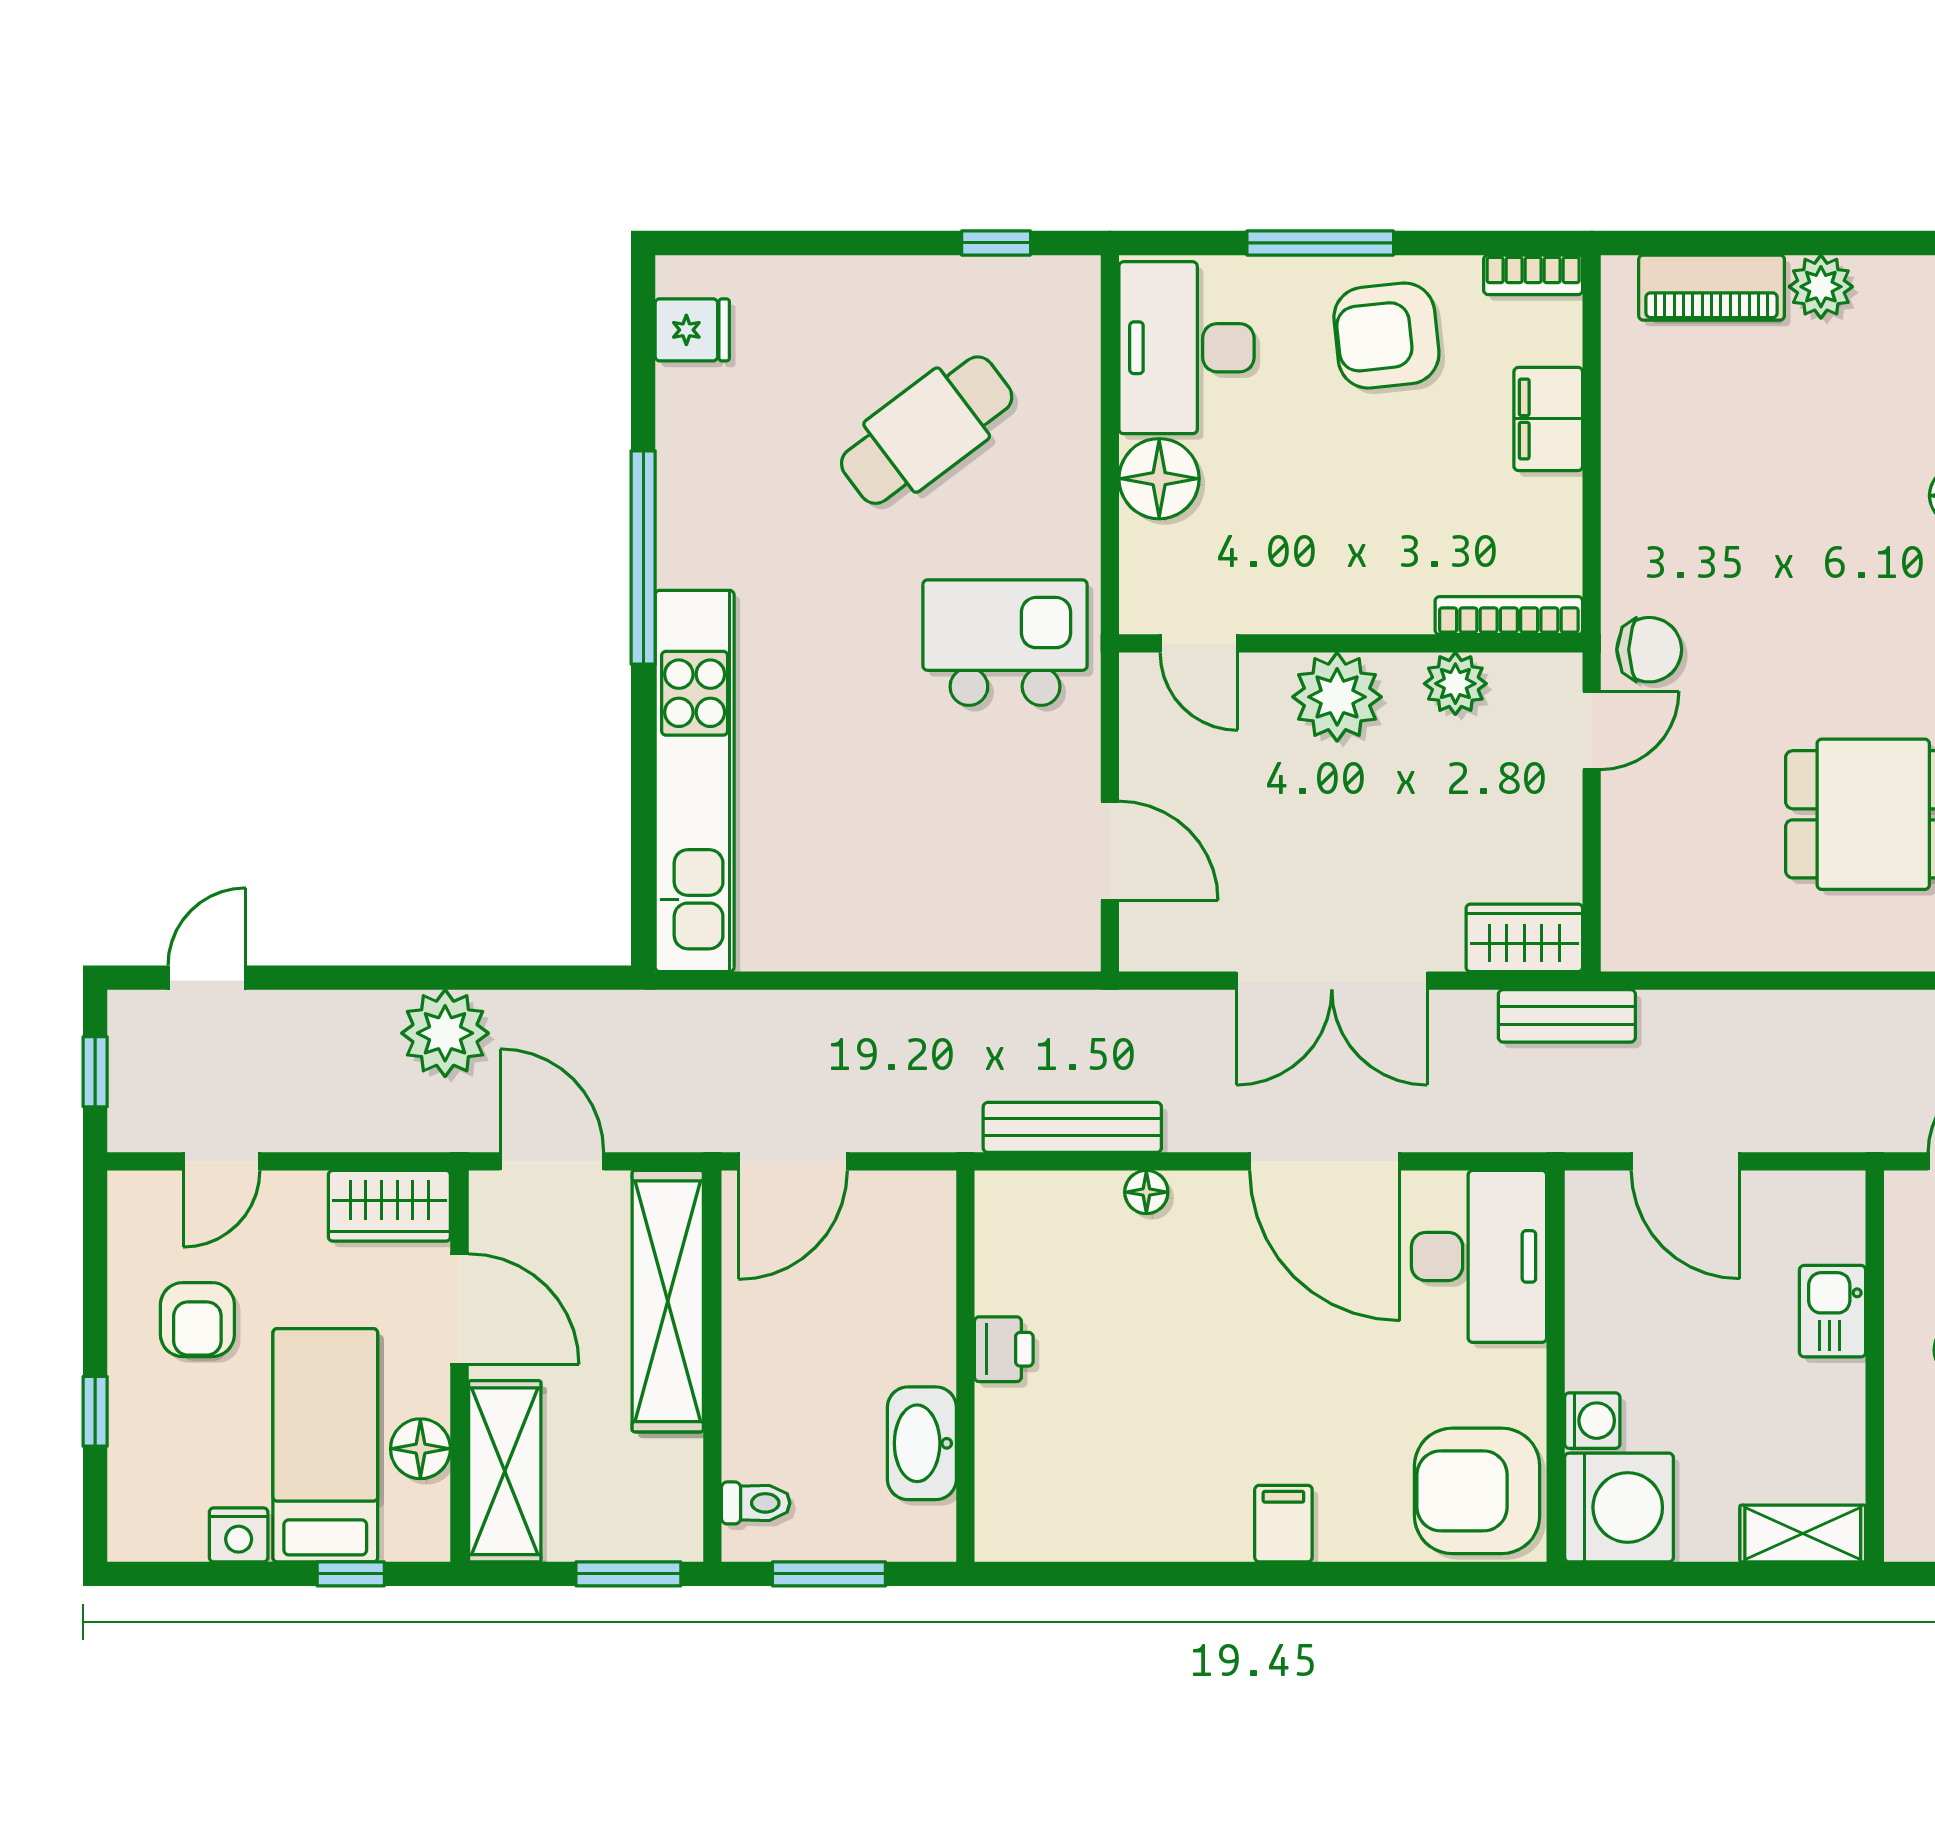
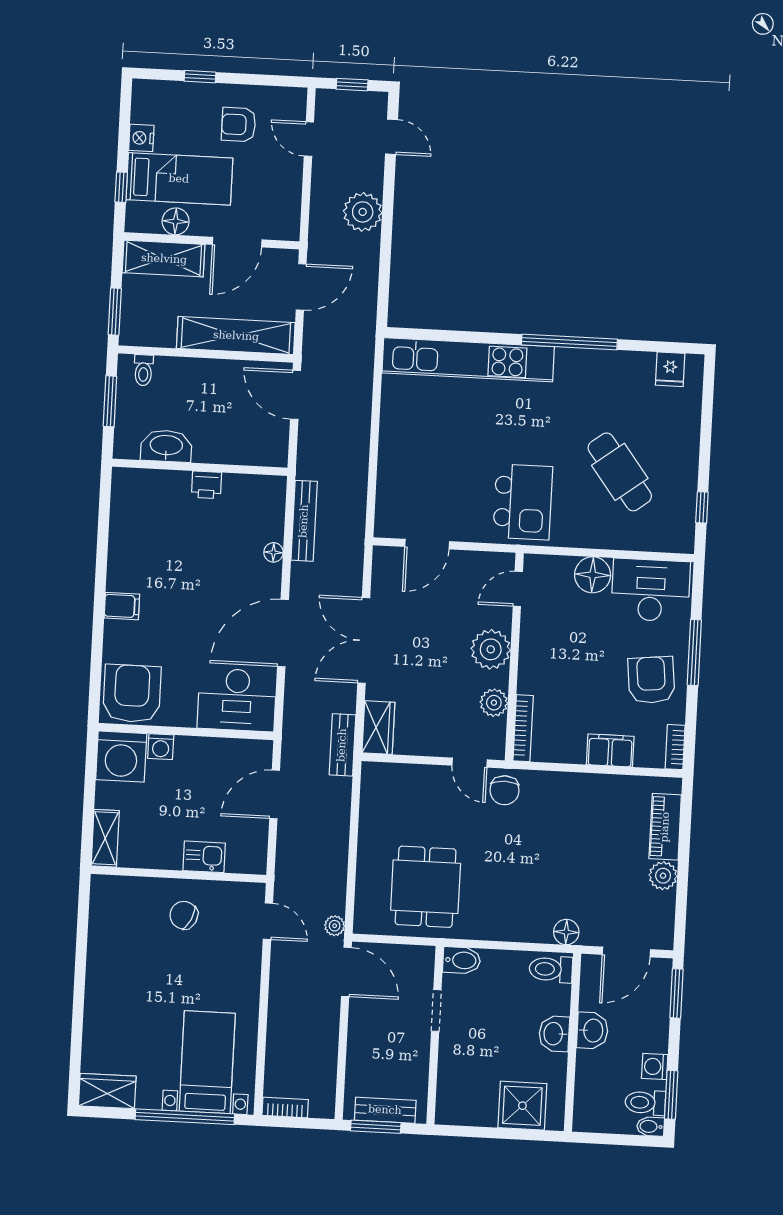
plant: (445, 1033) -> (363, 212), moved
wardrobe: (389, 1206) -> (285, 213), removed

